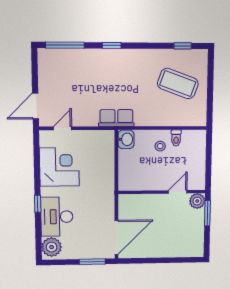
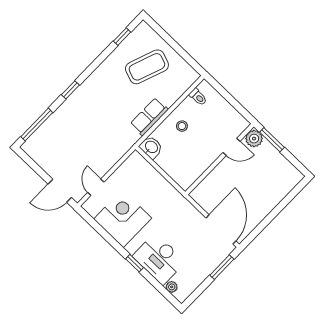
door: (36, 106) -> (60, 191), hinge flipped
row of seats: (116, 118) -> (149, 117), moved
toilet: (176, 138) -> (198, 97), moved
door: (178, 192) -> (232, 147), swing flipped
plant: (52, 247) -> (172, 287), width x0.53, depth x0.53

